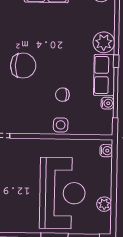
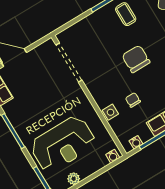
chair: (23, 66) -> (136, 59), turned 180
water cooler: (107, 103) -> (136, 142), moved

